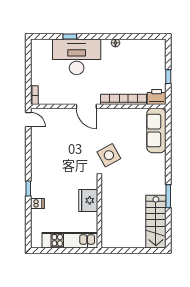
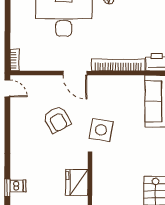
armchair: (71, 146) -> (57, 119), added
side table: (109, 155) -> (101, 130), turned 38
window: (28, 188) -> (7, 188), moved

